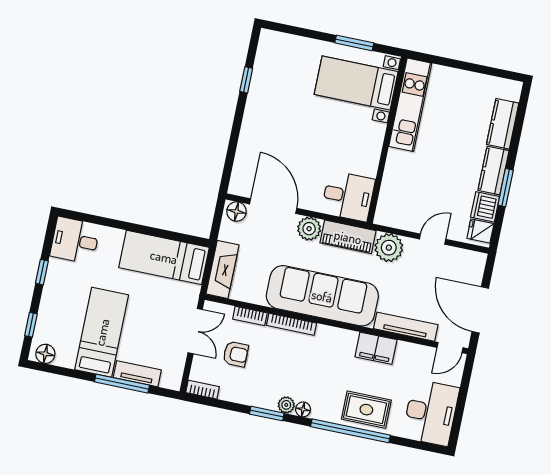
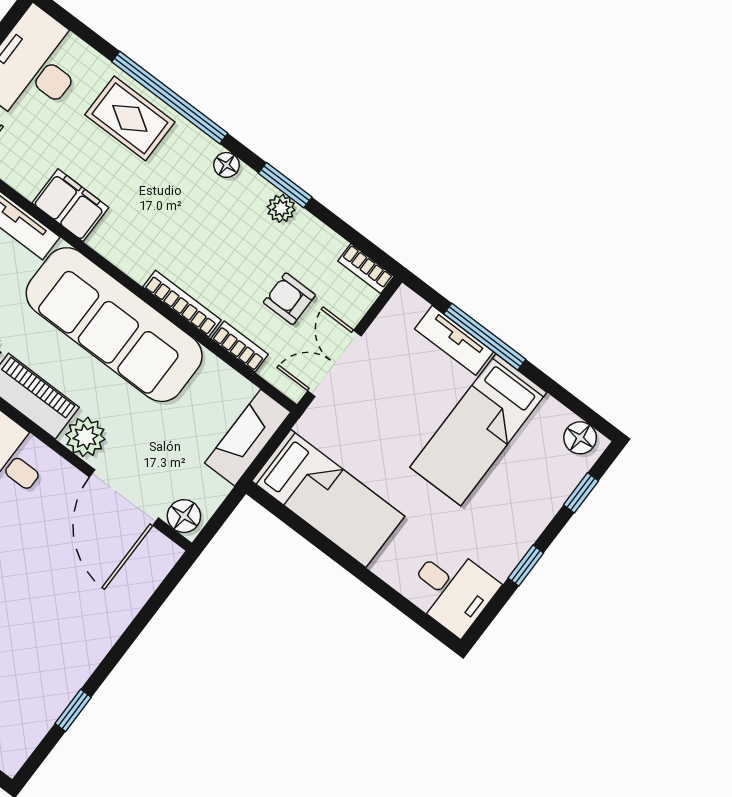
plant: (286, 405) -> (281, 208), moved

